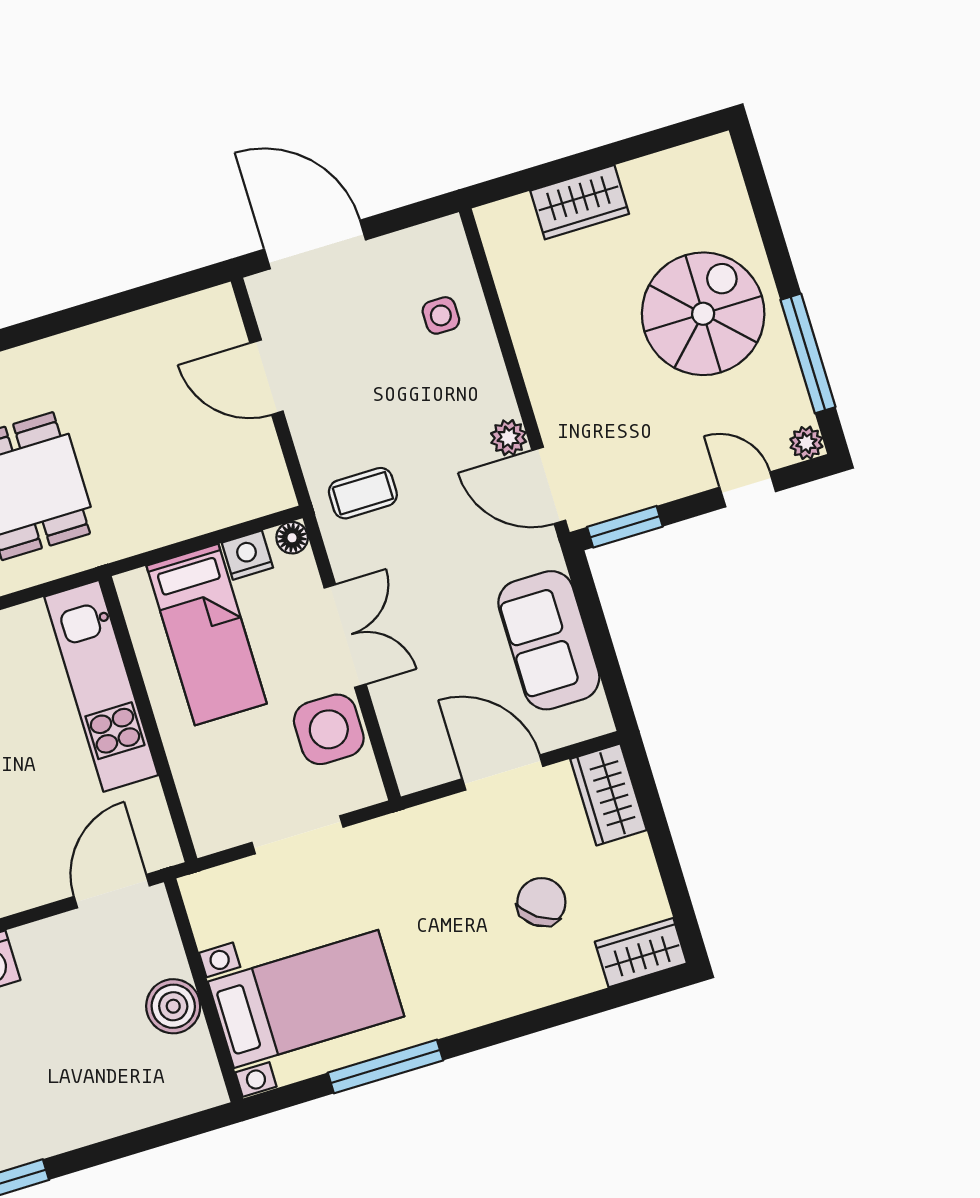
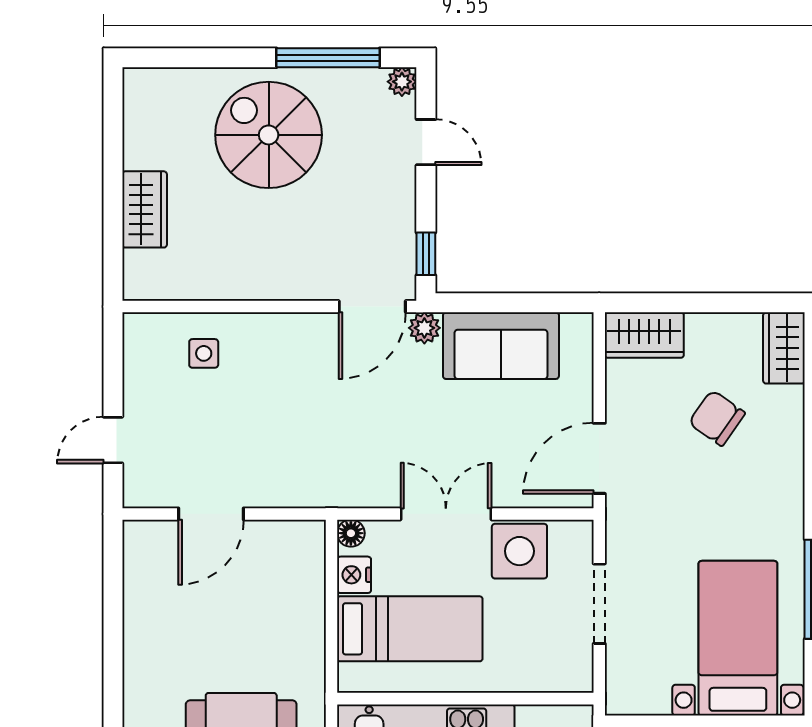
door: (315, 245) -> (113, 440), width x0.53
plant: (509, 438) -> (424, 328), moved
door: (748, 489) -> (426, 142), swing flipped
coffee table: (363, 493) -> (332, 463), removed
window: (625, 527) -> (426, 254), width x0.67
door: (503, 772) -> (599, 458), moved

